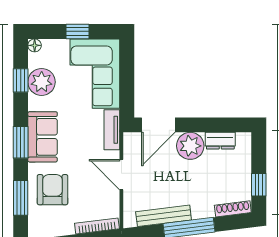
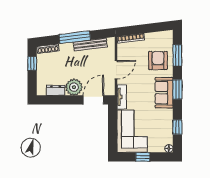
plant: (42, 82) -> (165, 126), removed
door: (121, 175) -> (116, 70), hinge flipped
armchair: (53, 190) -> (158, 60), turned 180

